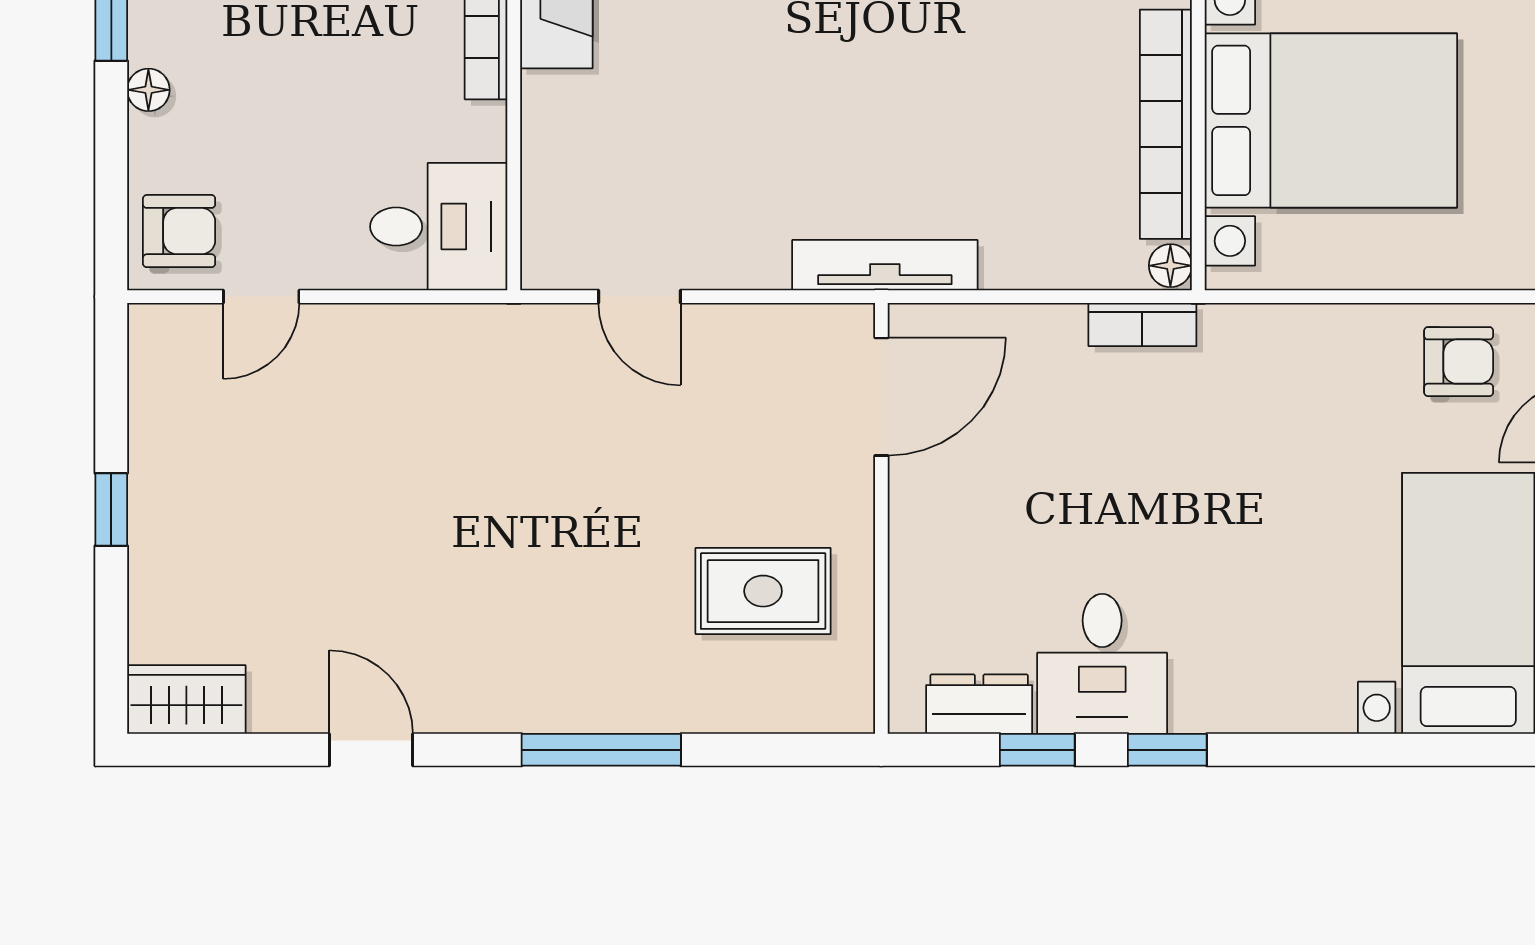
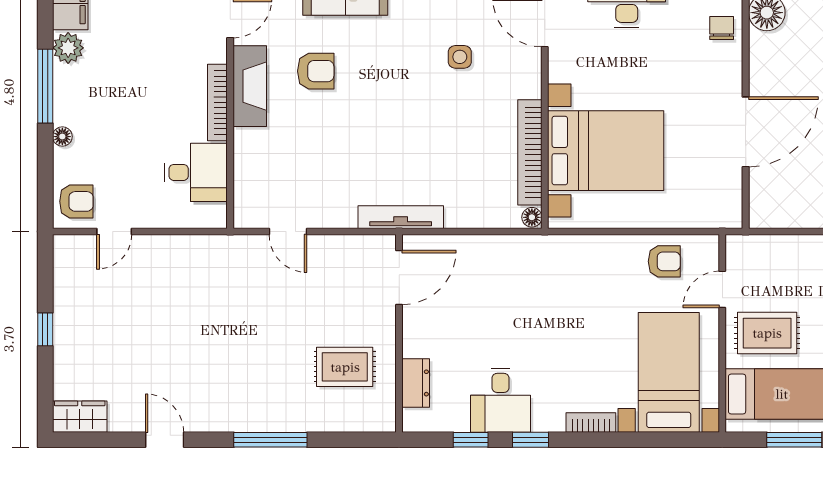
desk: (439, 227) -> (196, 172), moved
bookcase: (1142, 325) -> (591, 423), moved, turned 180
dresser: (979, 704) -> (416, 383), moved, turned 90

